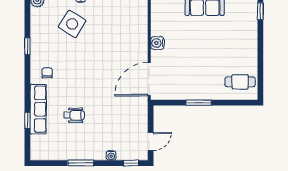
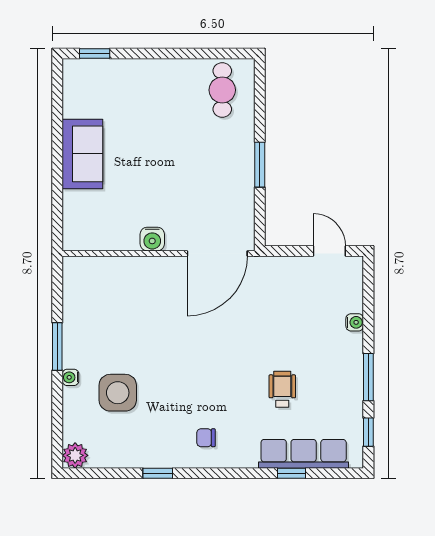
side table: (72, 24) -> (118, 393), turned -32
door: (149, 79) -> (217, 254), hinge flipped
row of seats: (38, 109) -> (304, 454), moved
window: (131, 163) -> (368, 432), moved

